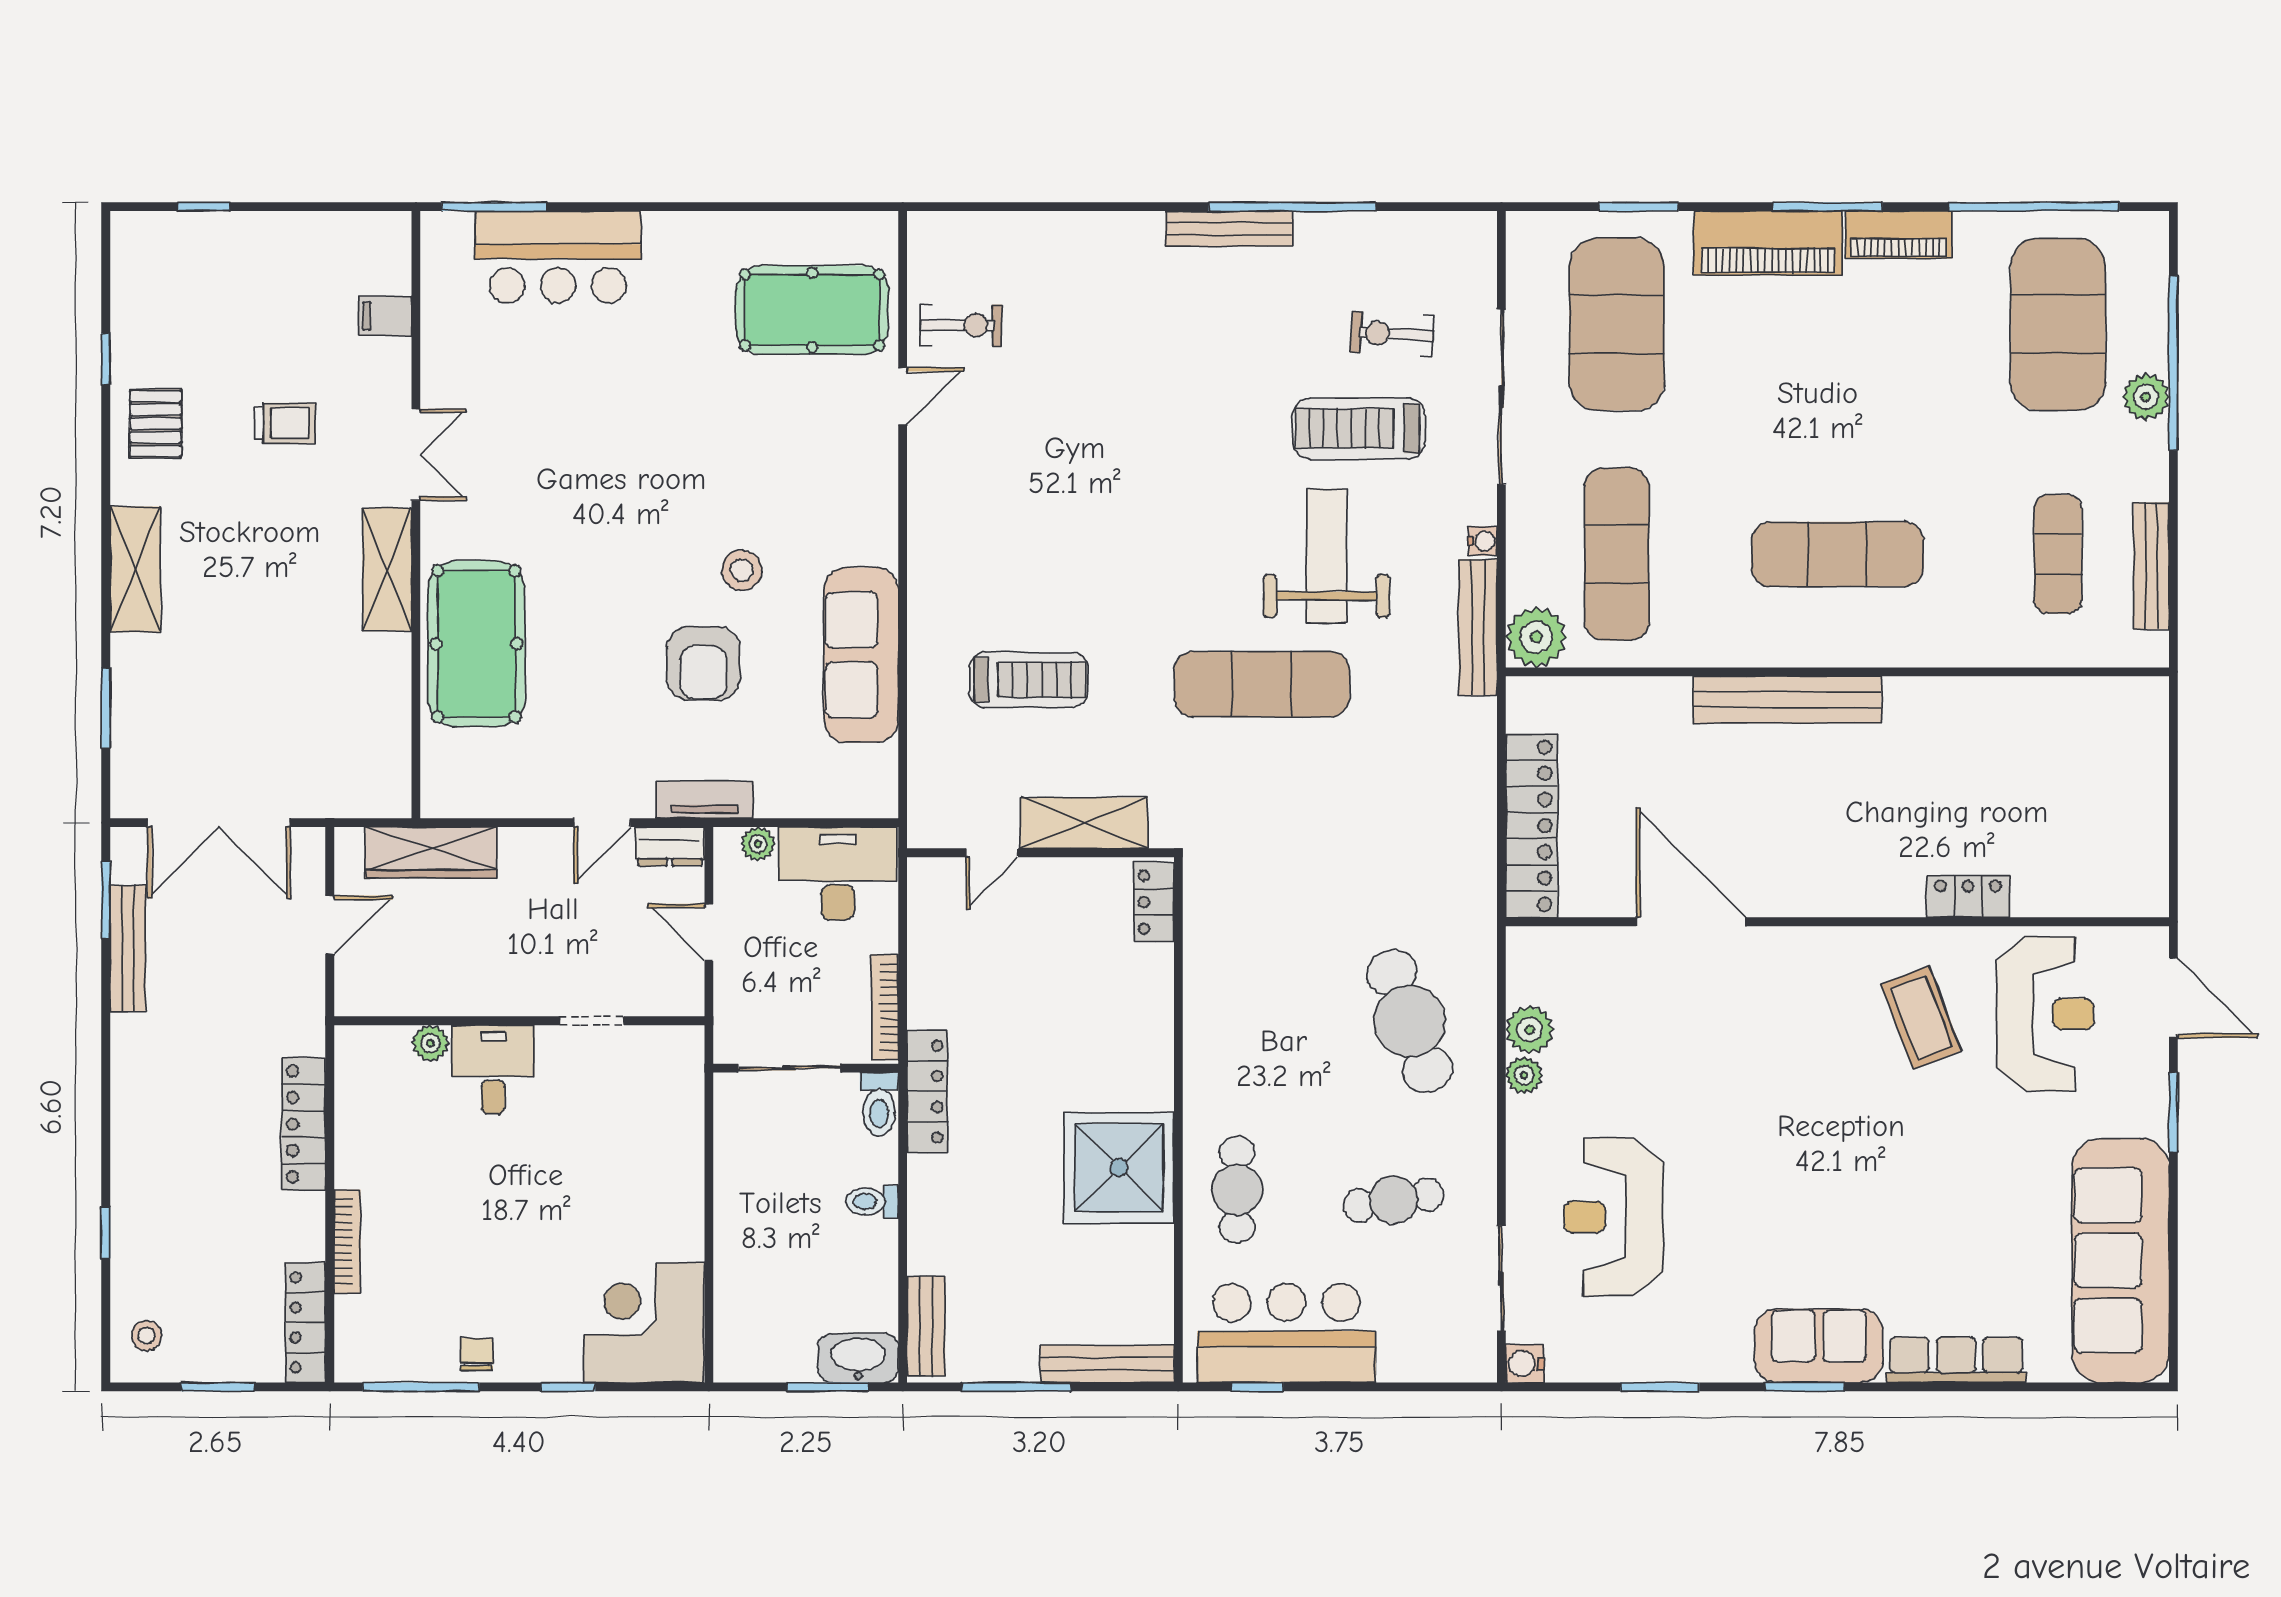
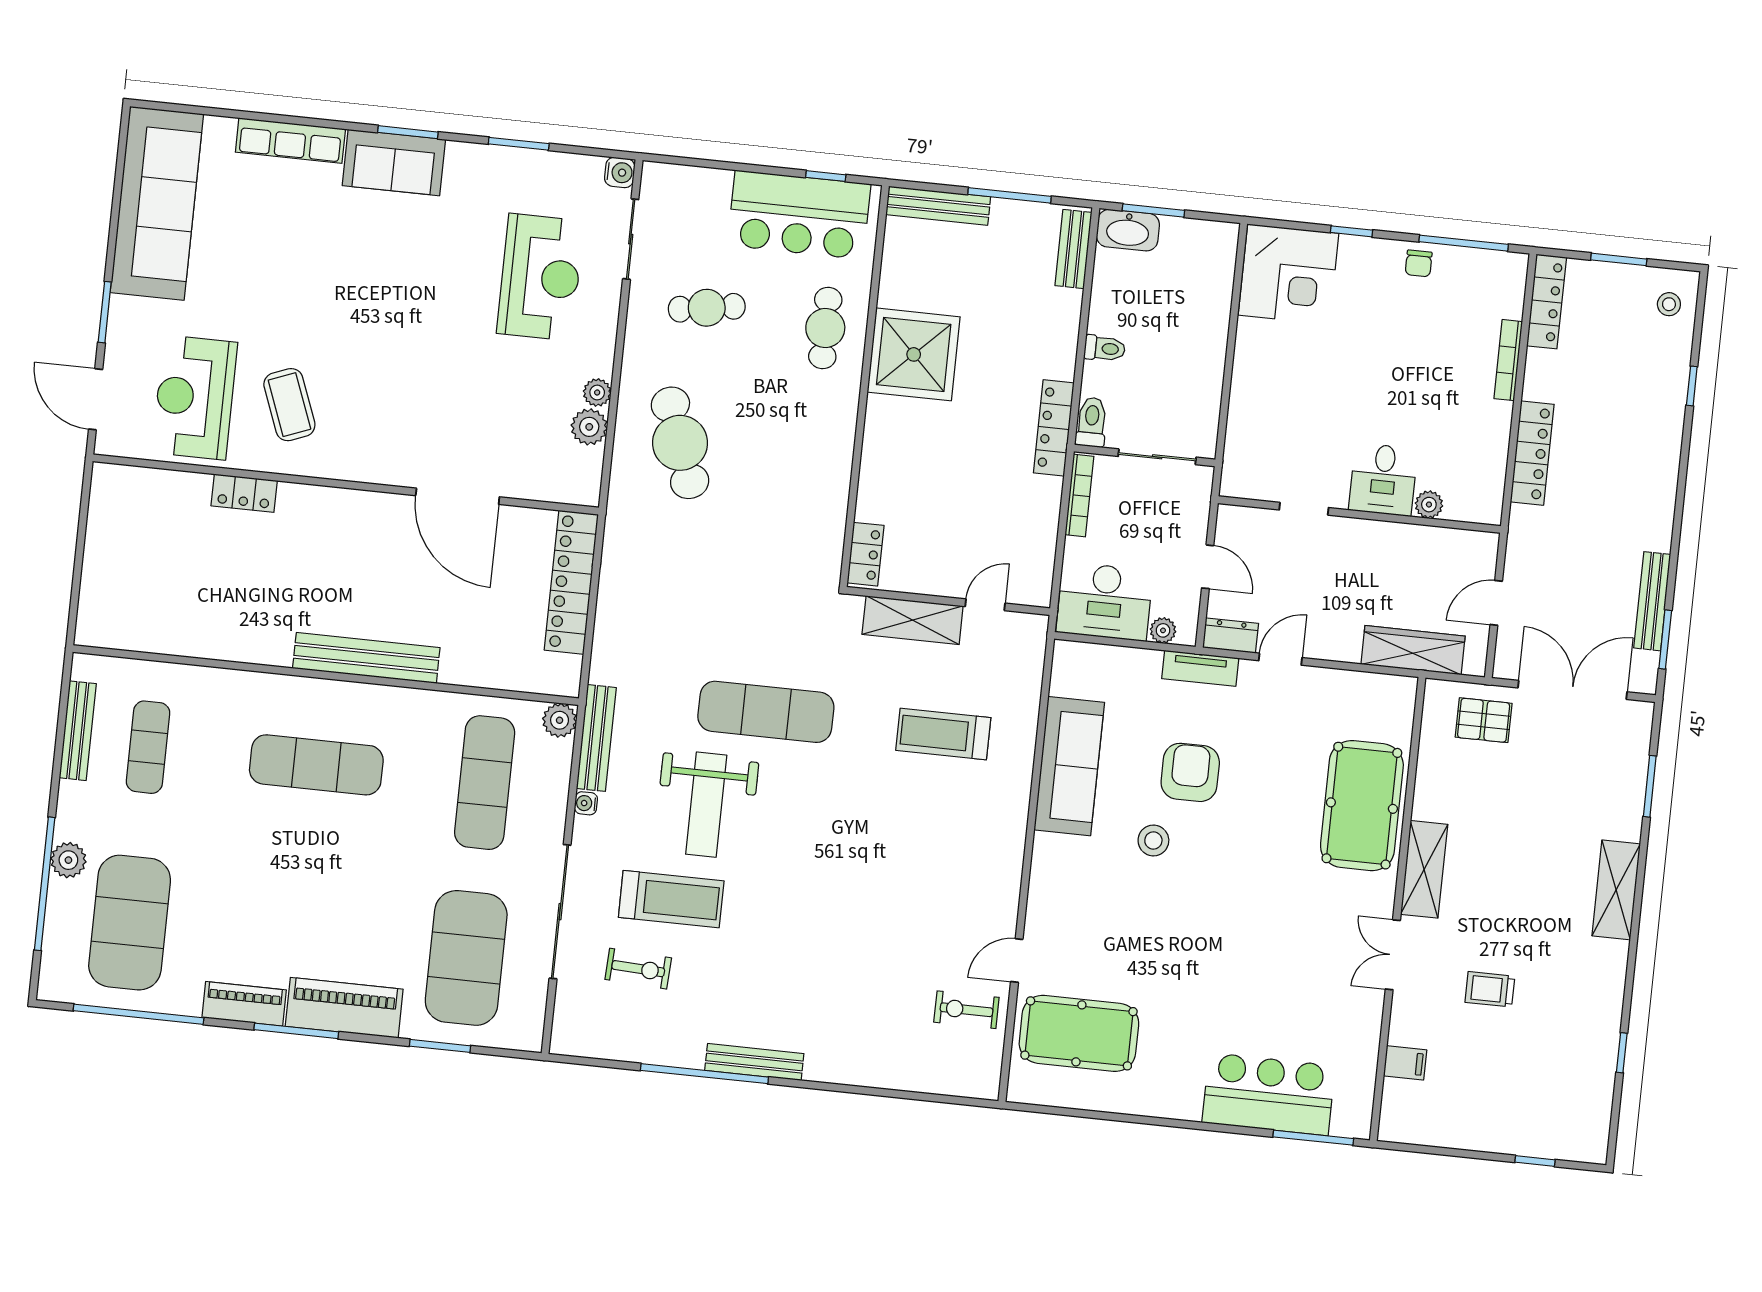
pallet: (156, 424) -> (1484, 720), moved, turned 90
plant: (1536, 637) -> (560, 720), width x0.73, depth x0.73

